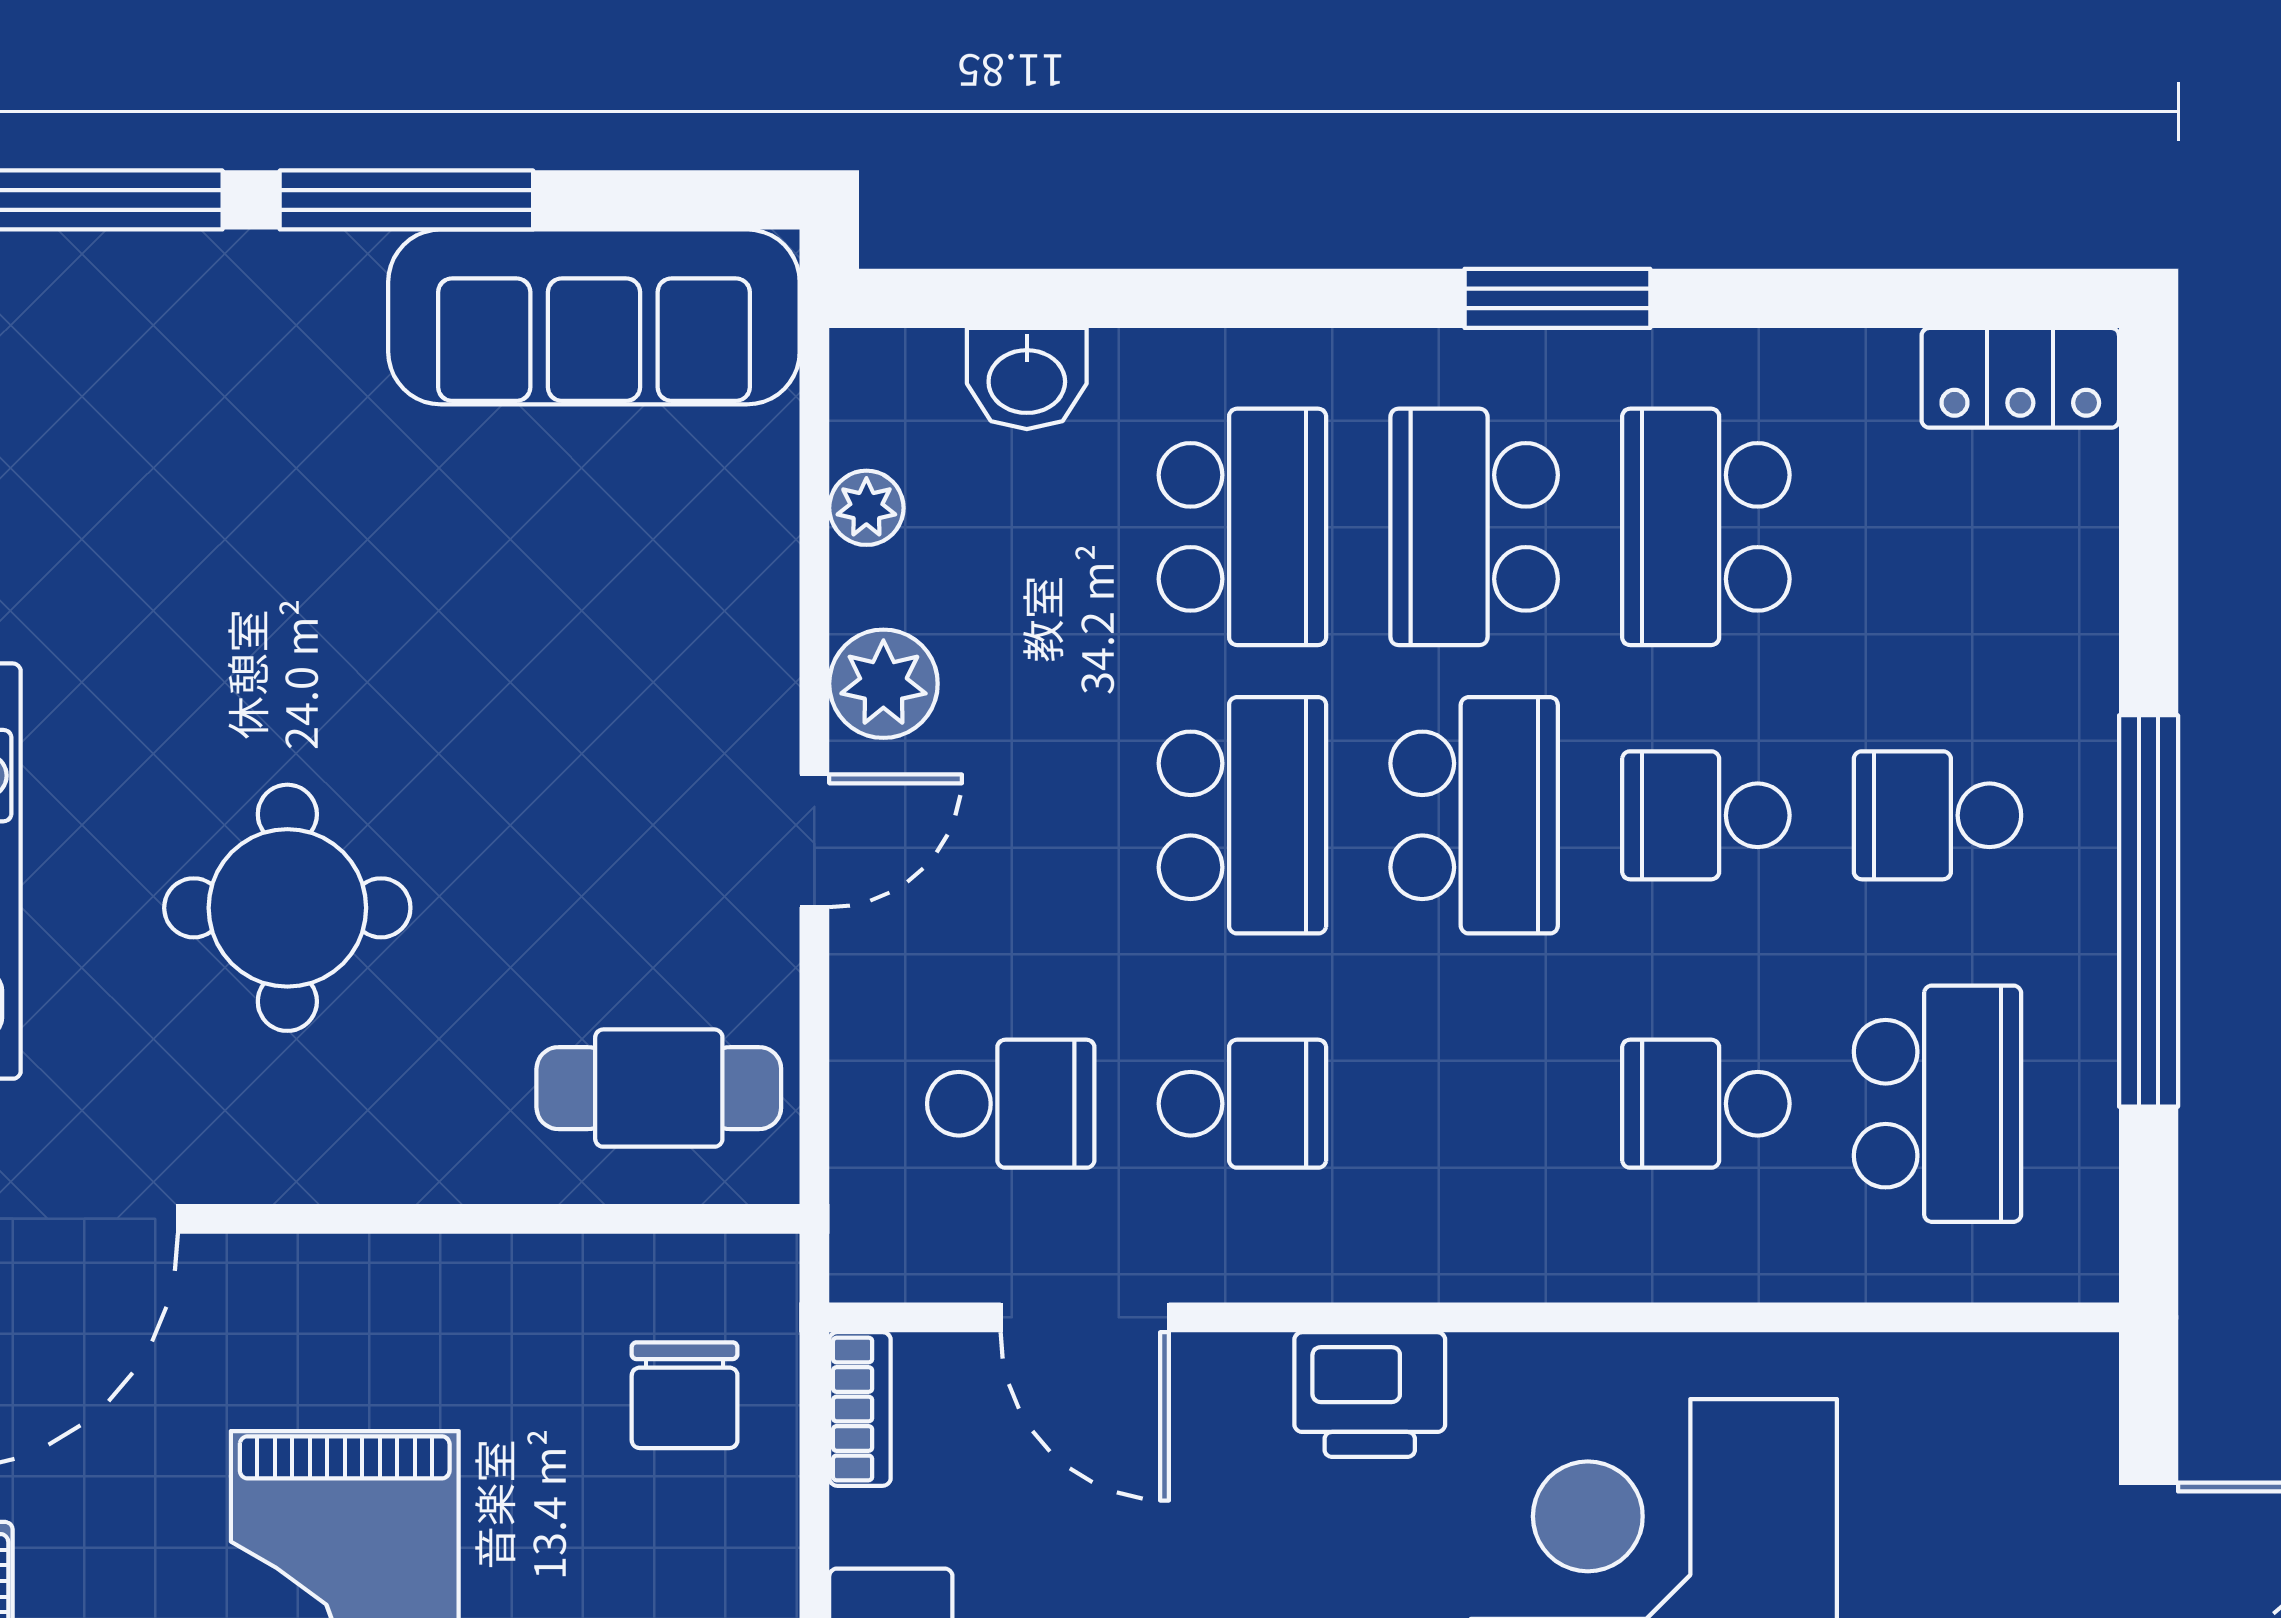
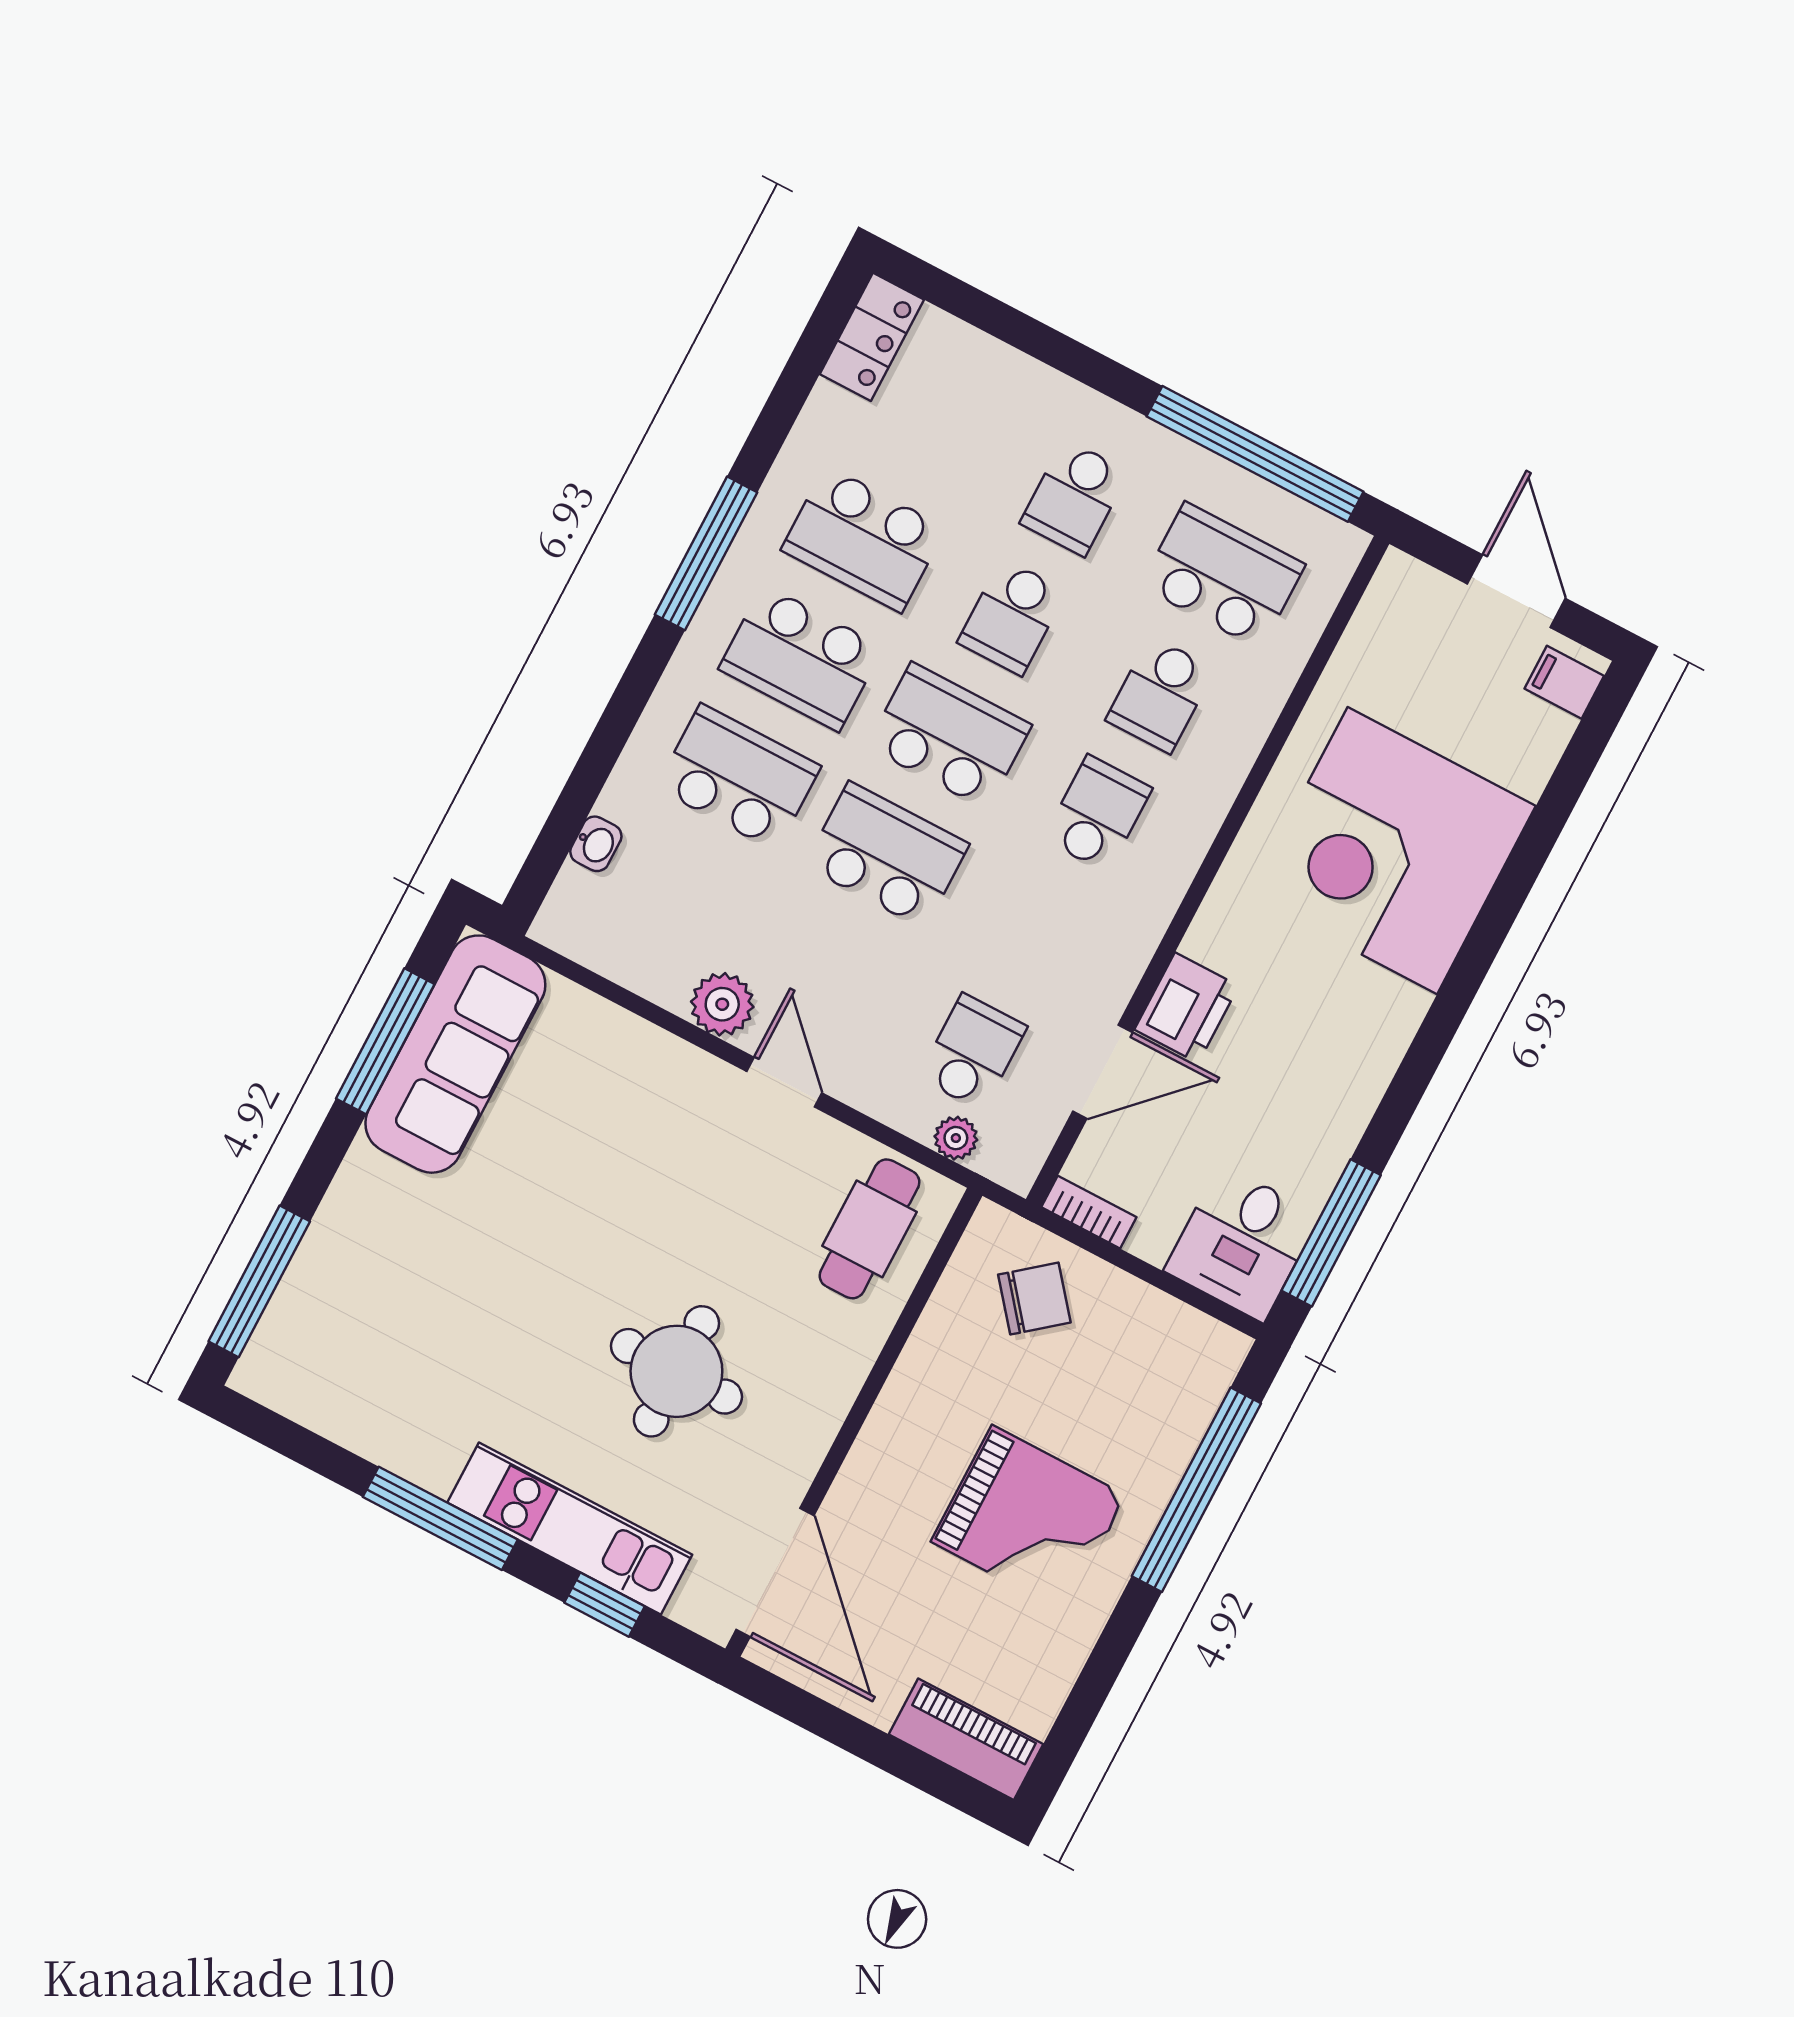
window: (406, 200) -> (385, 1041), moved
window: (1557, 298) -> (706, 553), width x1.44
washbasin: (1027, 379) -> (596, 844), width x0.72, depth x0.69
plant: (866, 508) -> (956, 1138), moved
window: (2149, 911) -> (1255, 454), moved
school desk: (1242, 1104) -> (1098, 814), moved
chair: (685, 1395) -> (1034, 1299), turned -39
printer: (1370, 1395) -> (1187, 1008), moved

